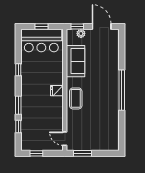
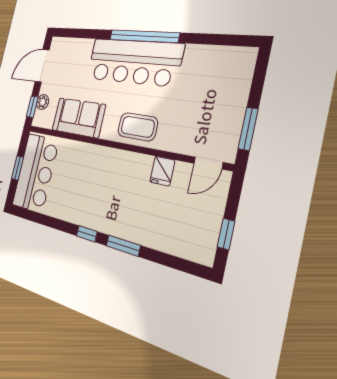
window: (18, 70) -> (87, 234), moved
bar counter: (108, 87) -> (133, 62), added
fridge: (57, 91) -> (162, 171), moved
window: (18, 127) -> (162, 258), removed

